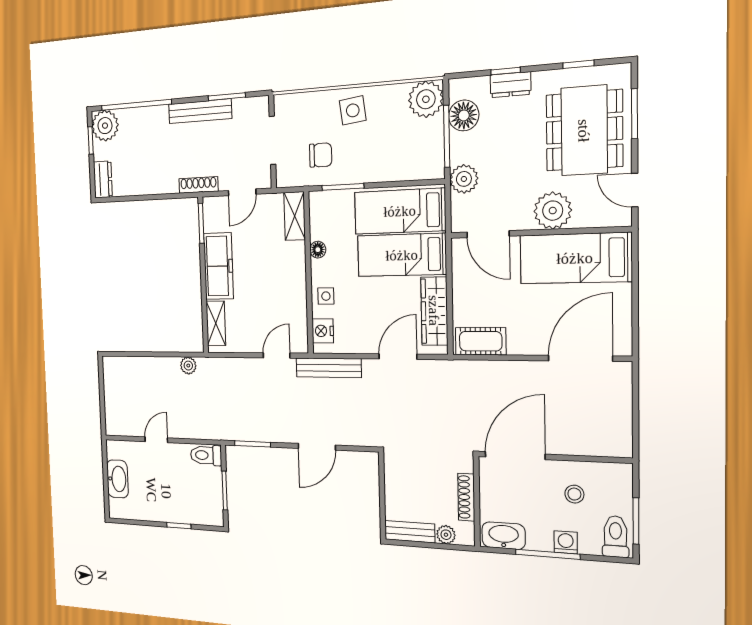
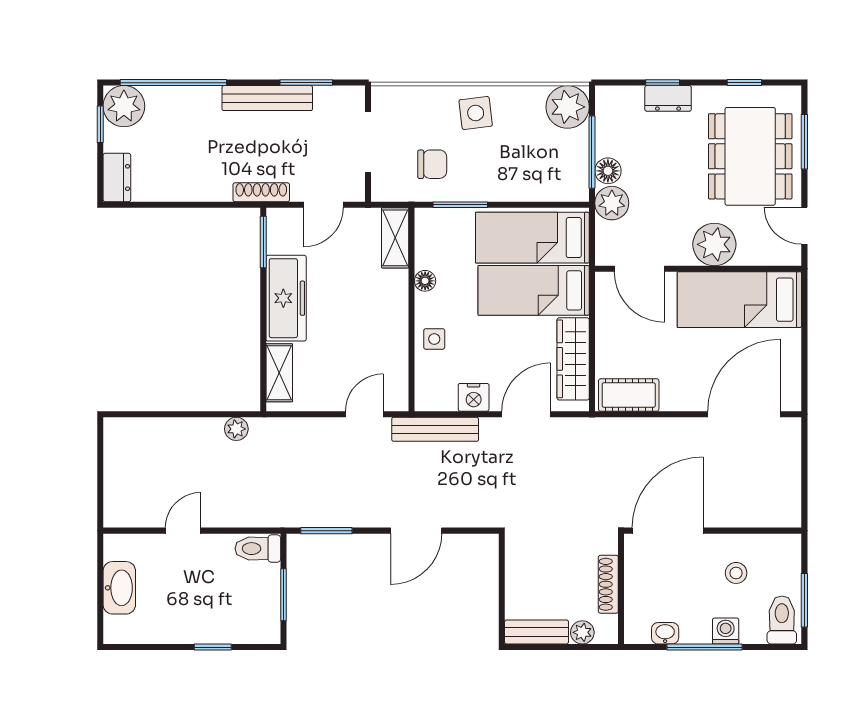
floor lamp: (464, 115) -> (608, 171), moved, width x0.73, depth x0.73
nightstand: (323, 331) -> (474, 397), moved, turned -90
washbasin: (504, 536) -> (665, 633), width x0.52, depth x0.69

